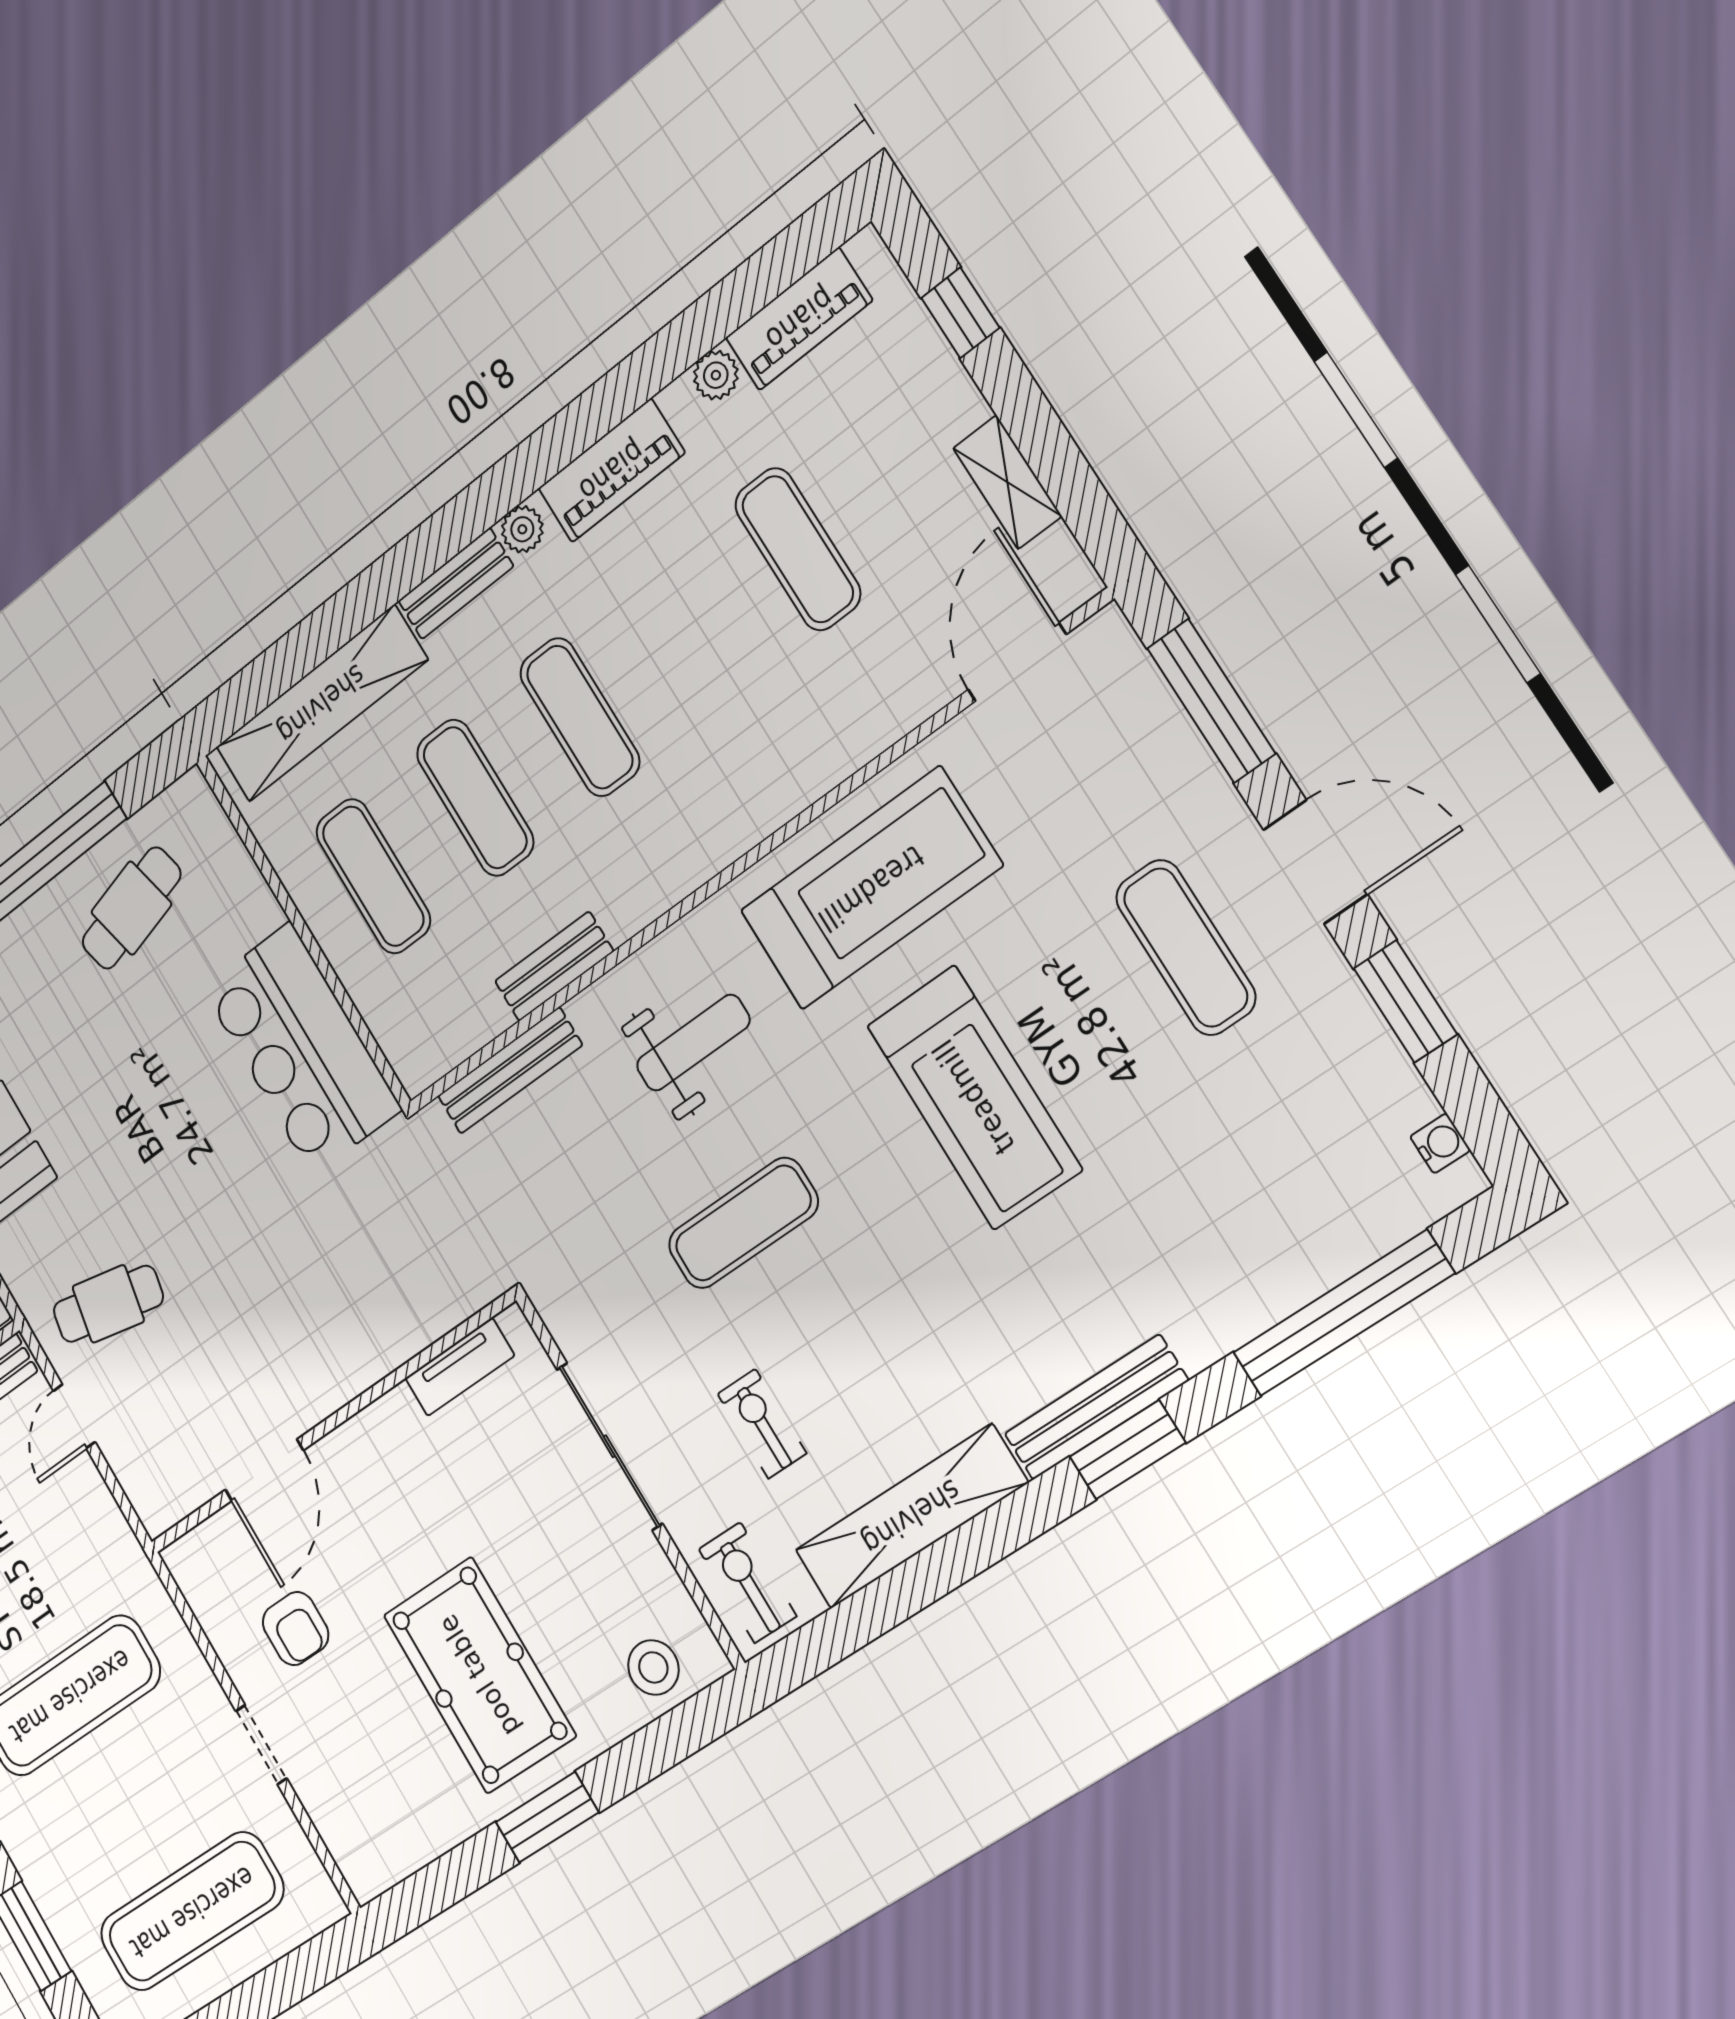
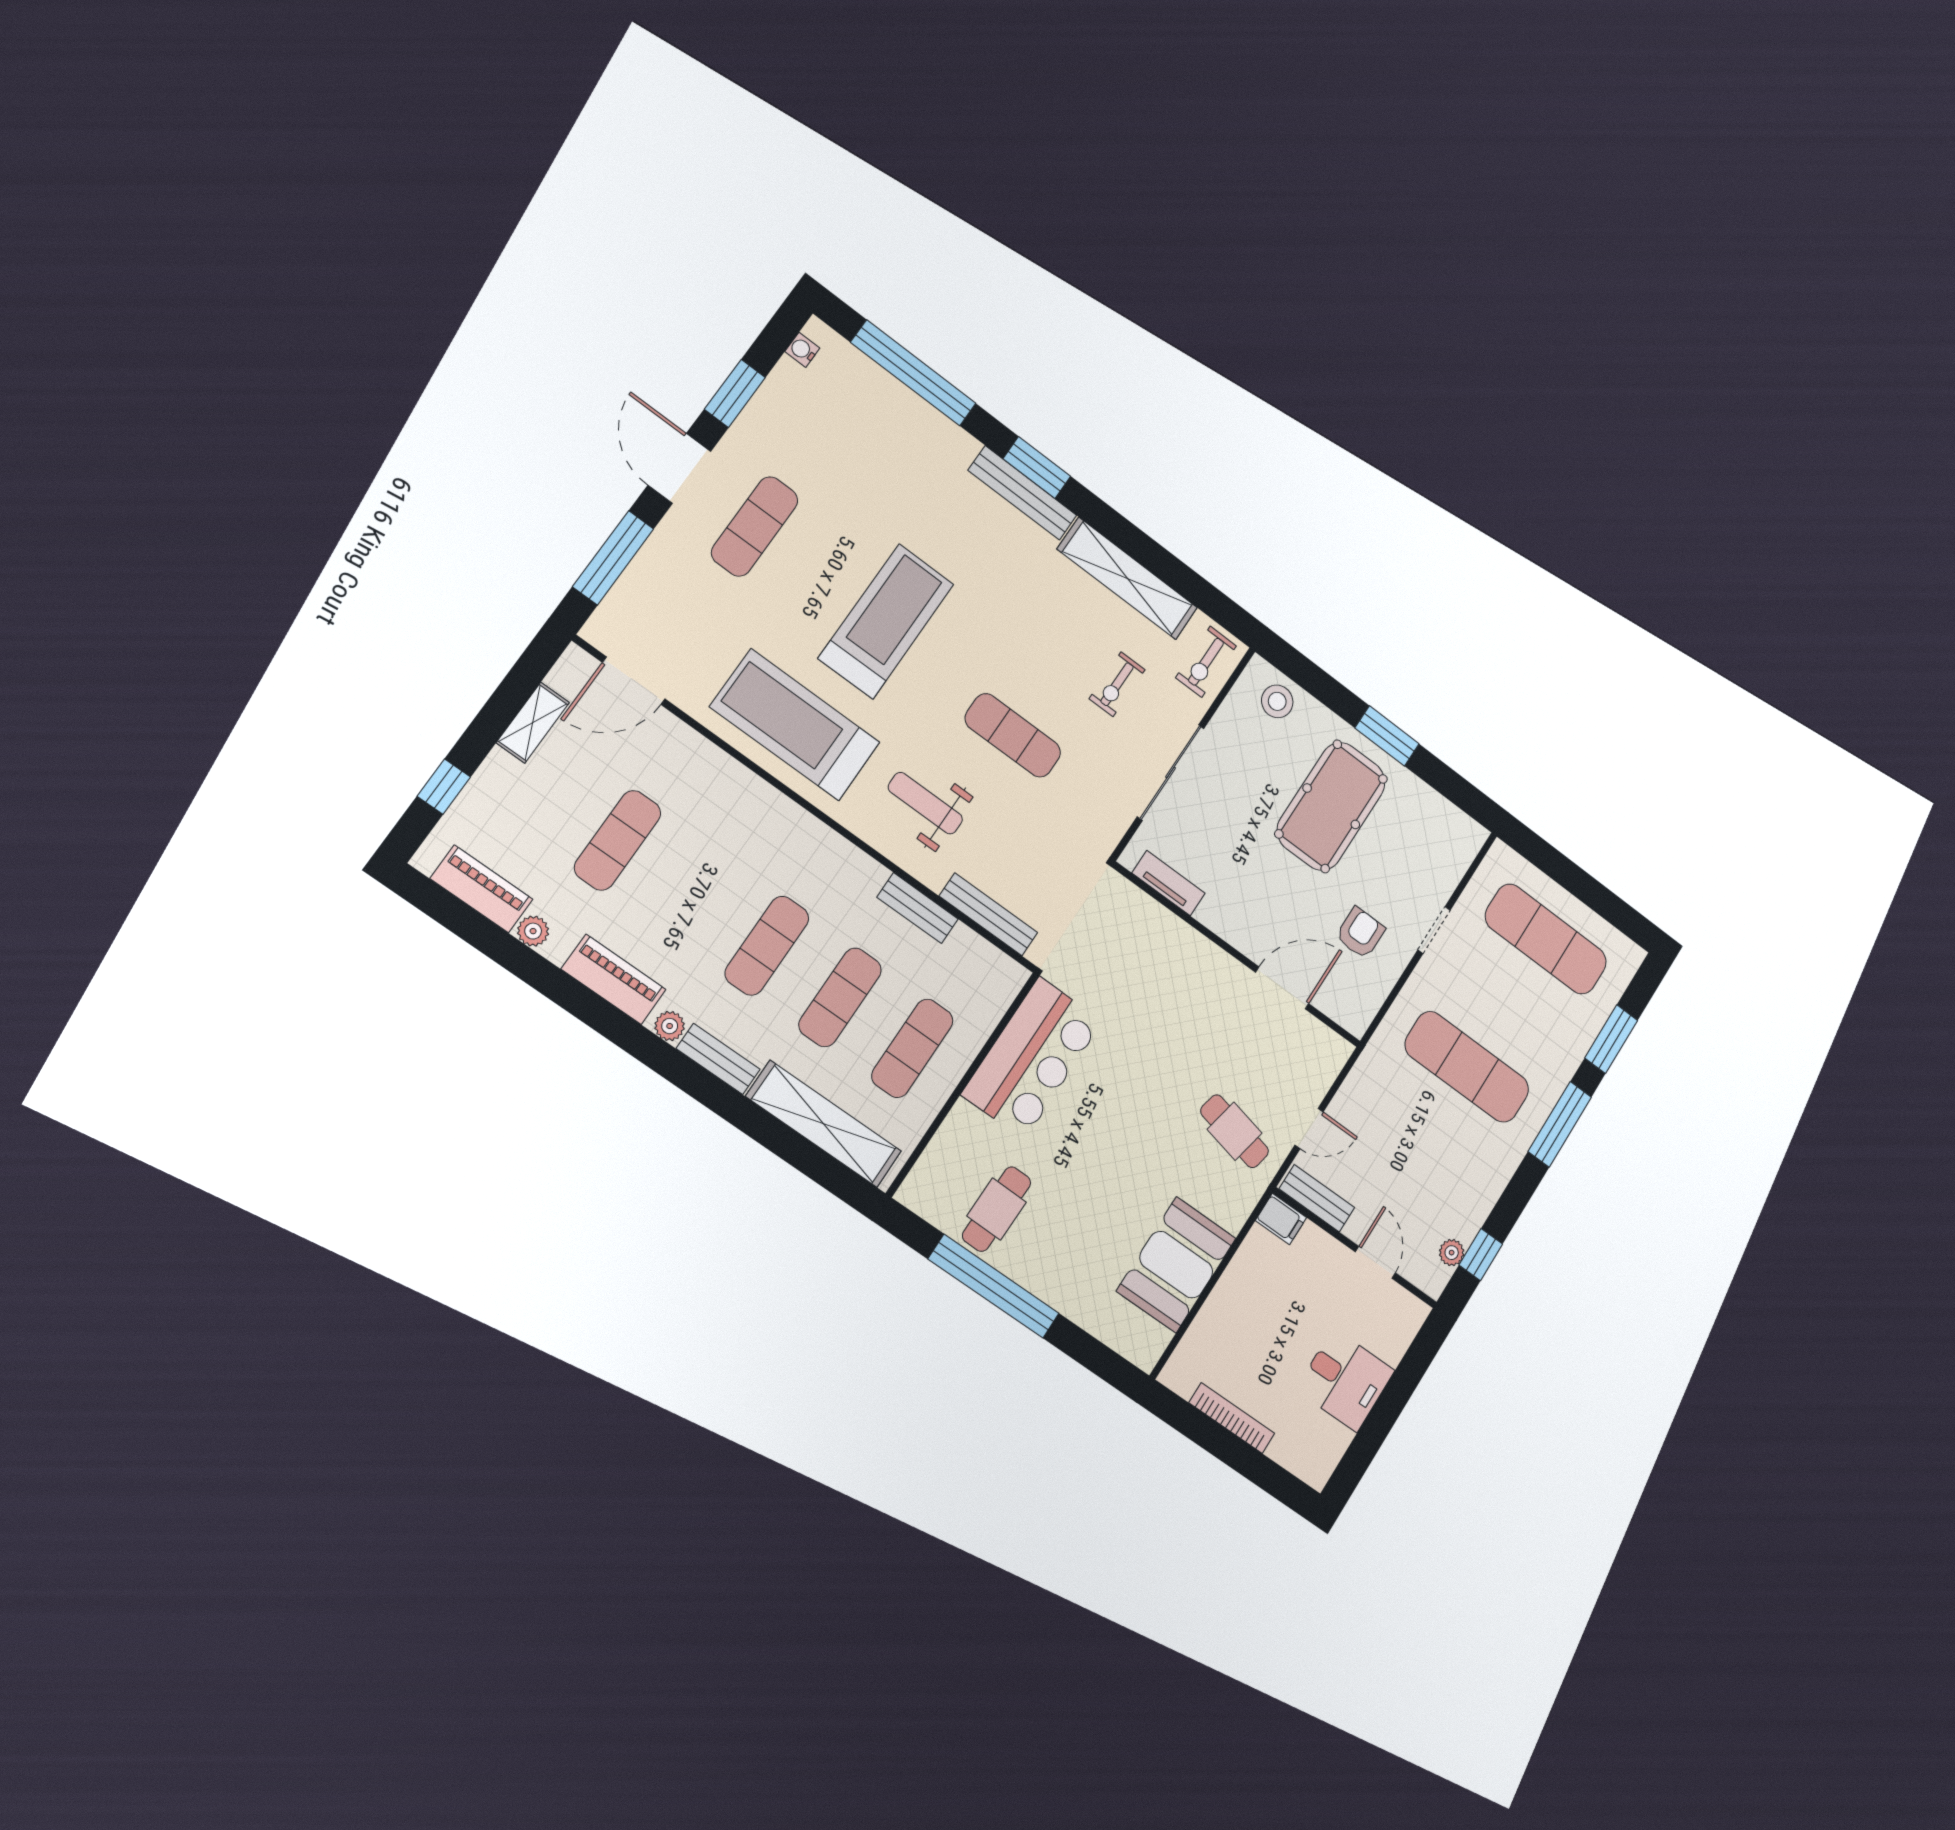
cafe table: (131, 908) -> (997, 1209), turned -75

